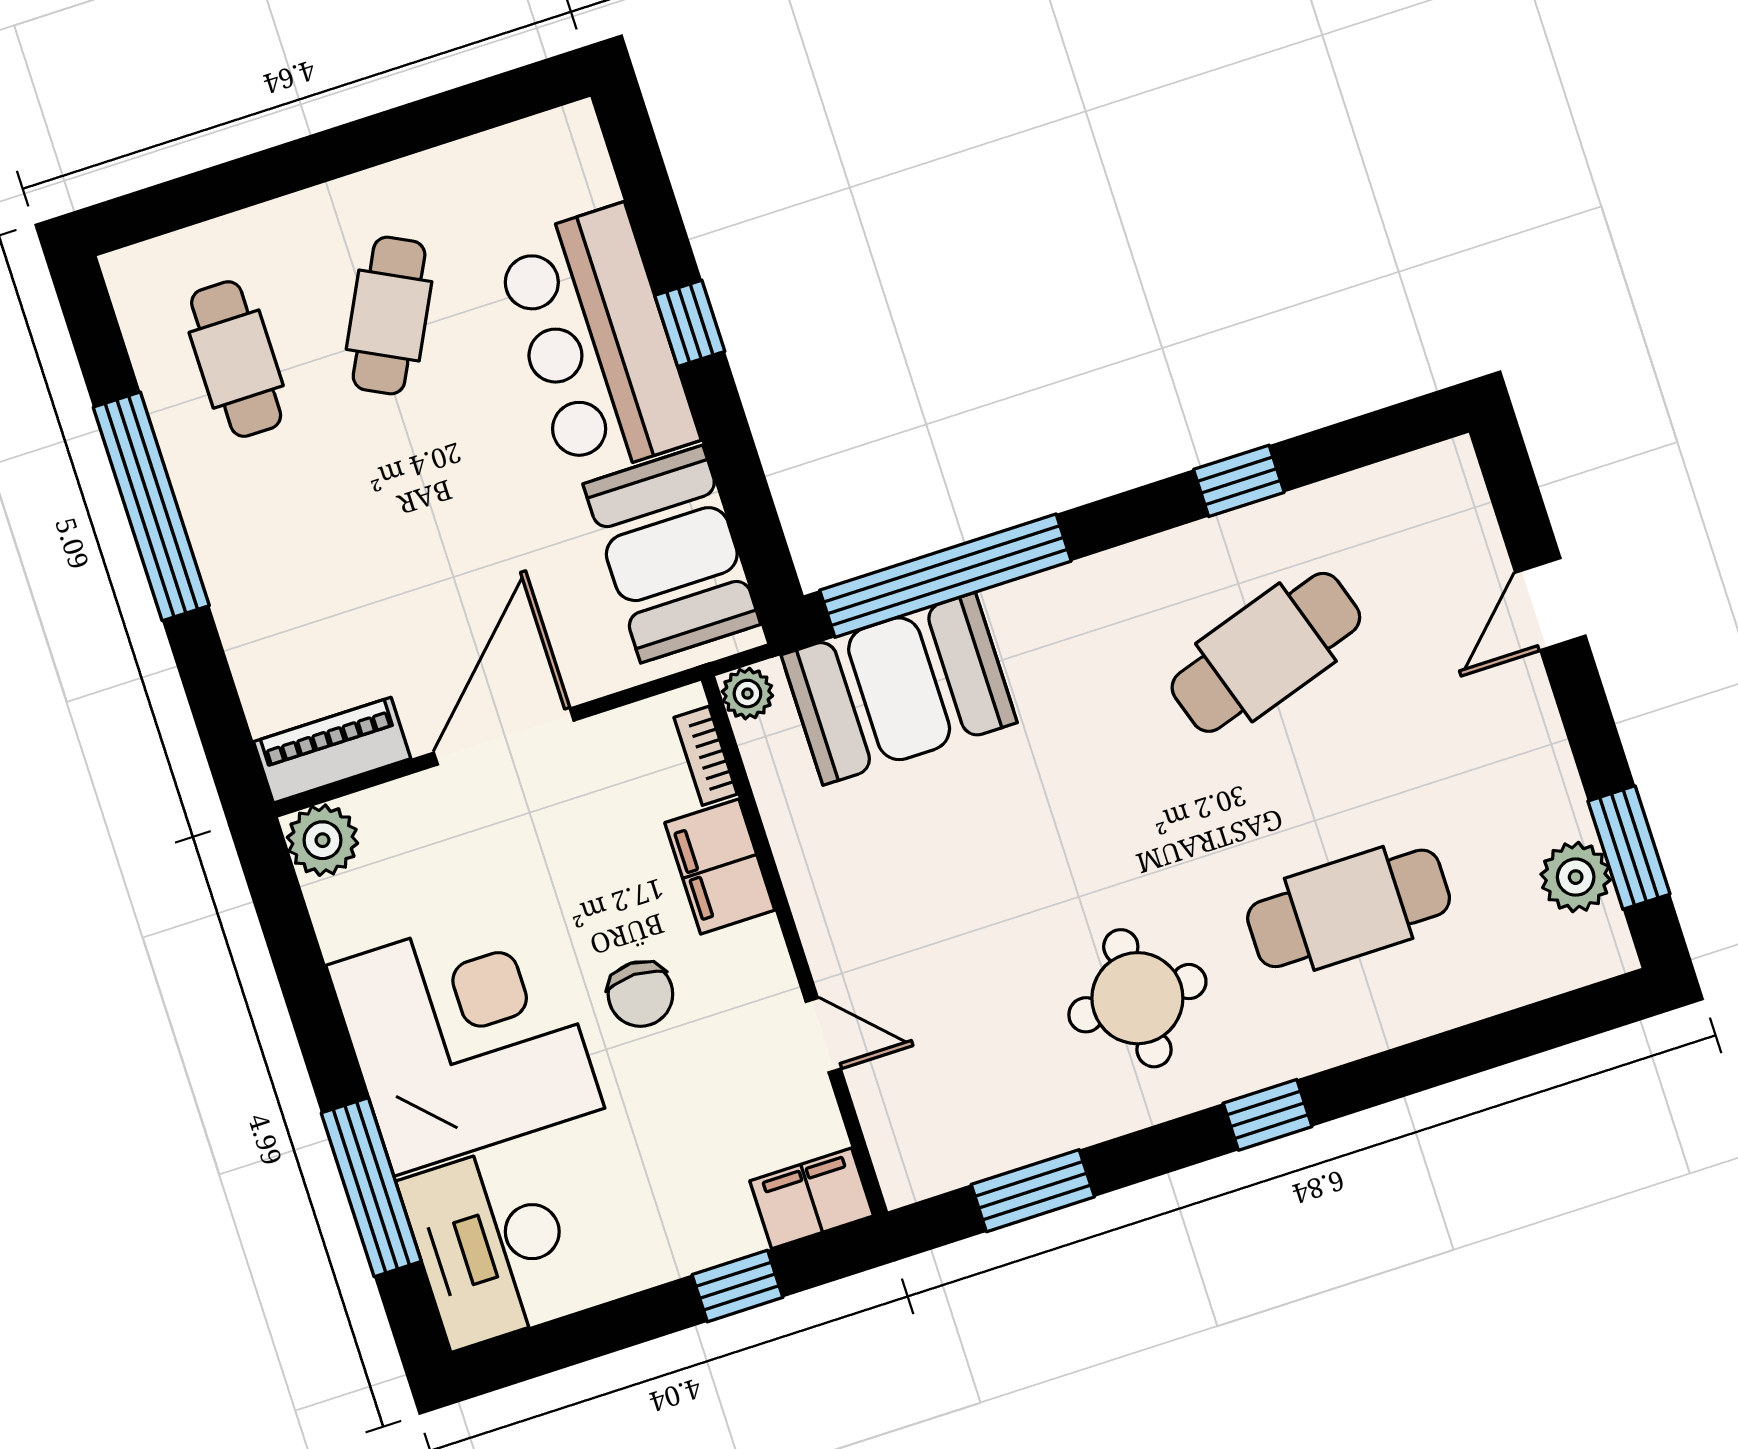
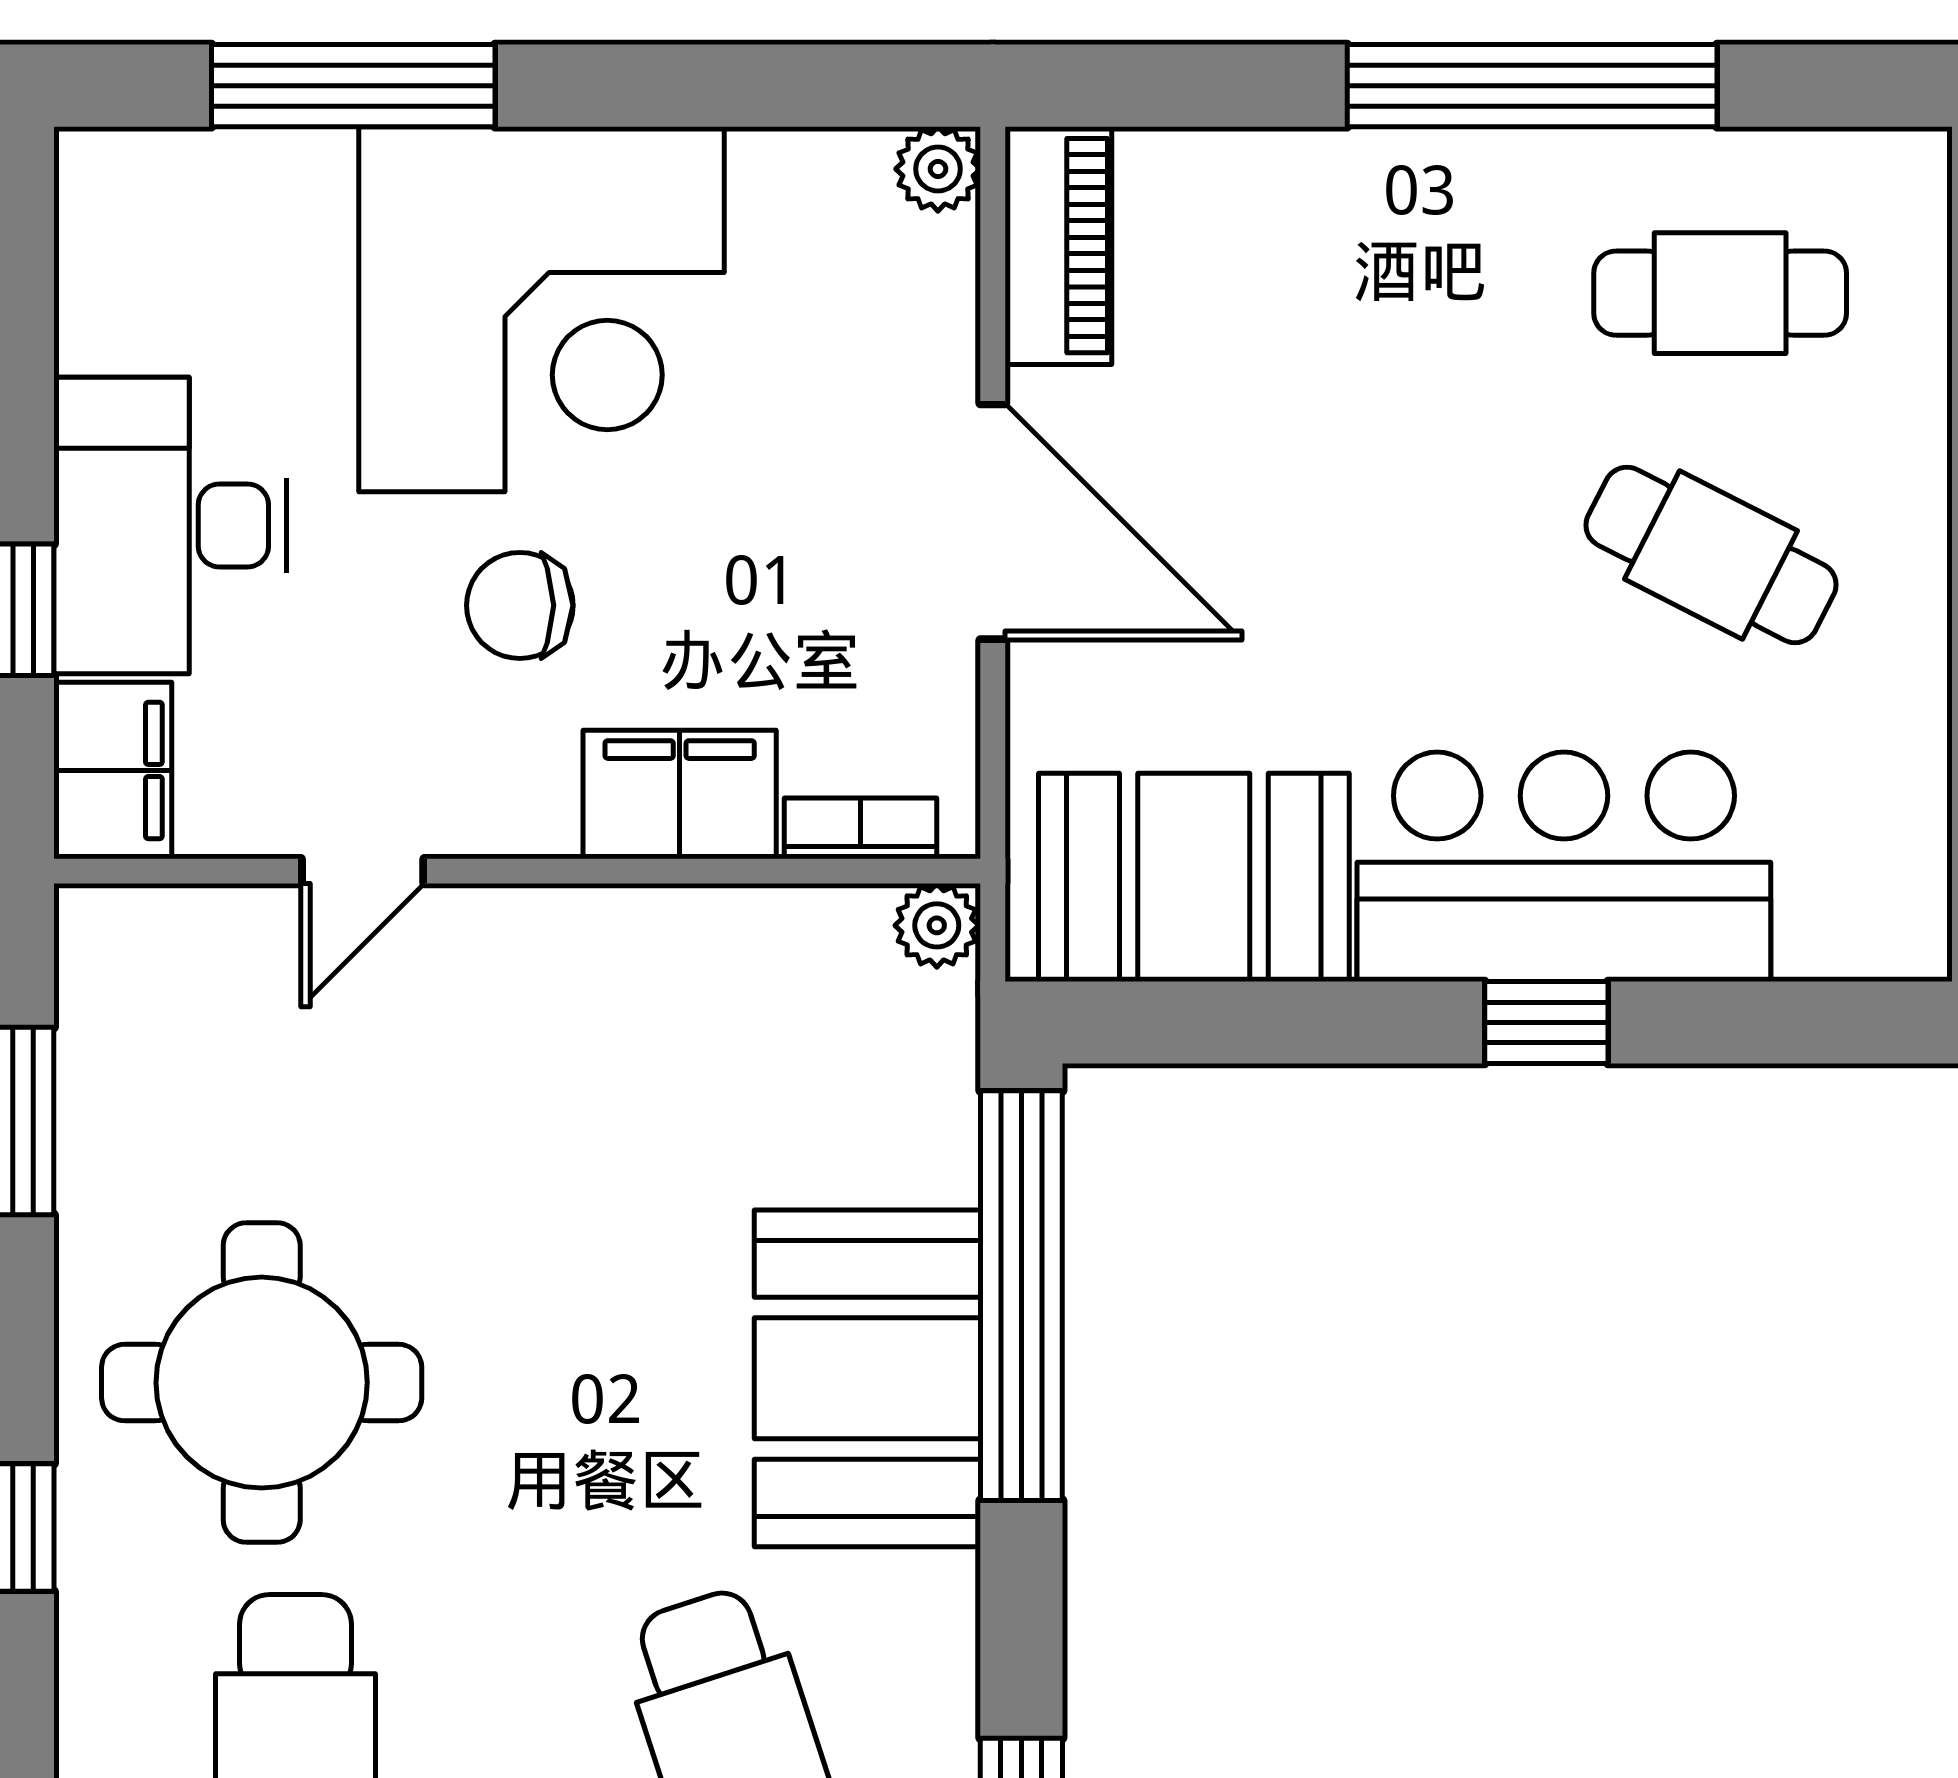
booth: (899, 689) -> (867, 1378), moved
plant: (323, 840) -> (938, 169), width x0.73, depth x0.73
round table: (1137, 998) -> (262, 1383), width x1.36, depth x1.36
desk: (490, 1245) -> (170, 525), moved, turned -90

